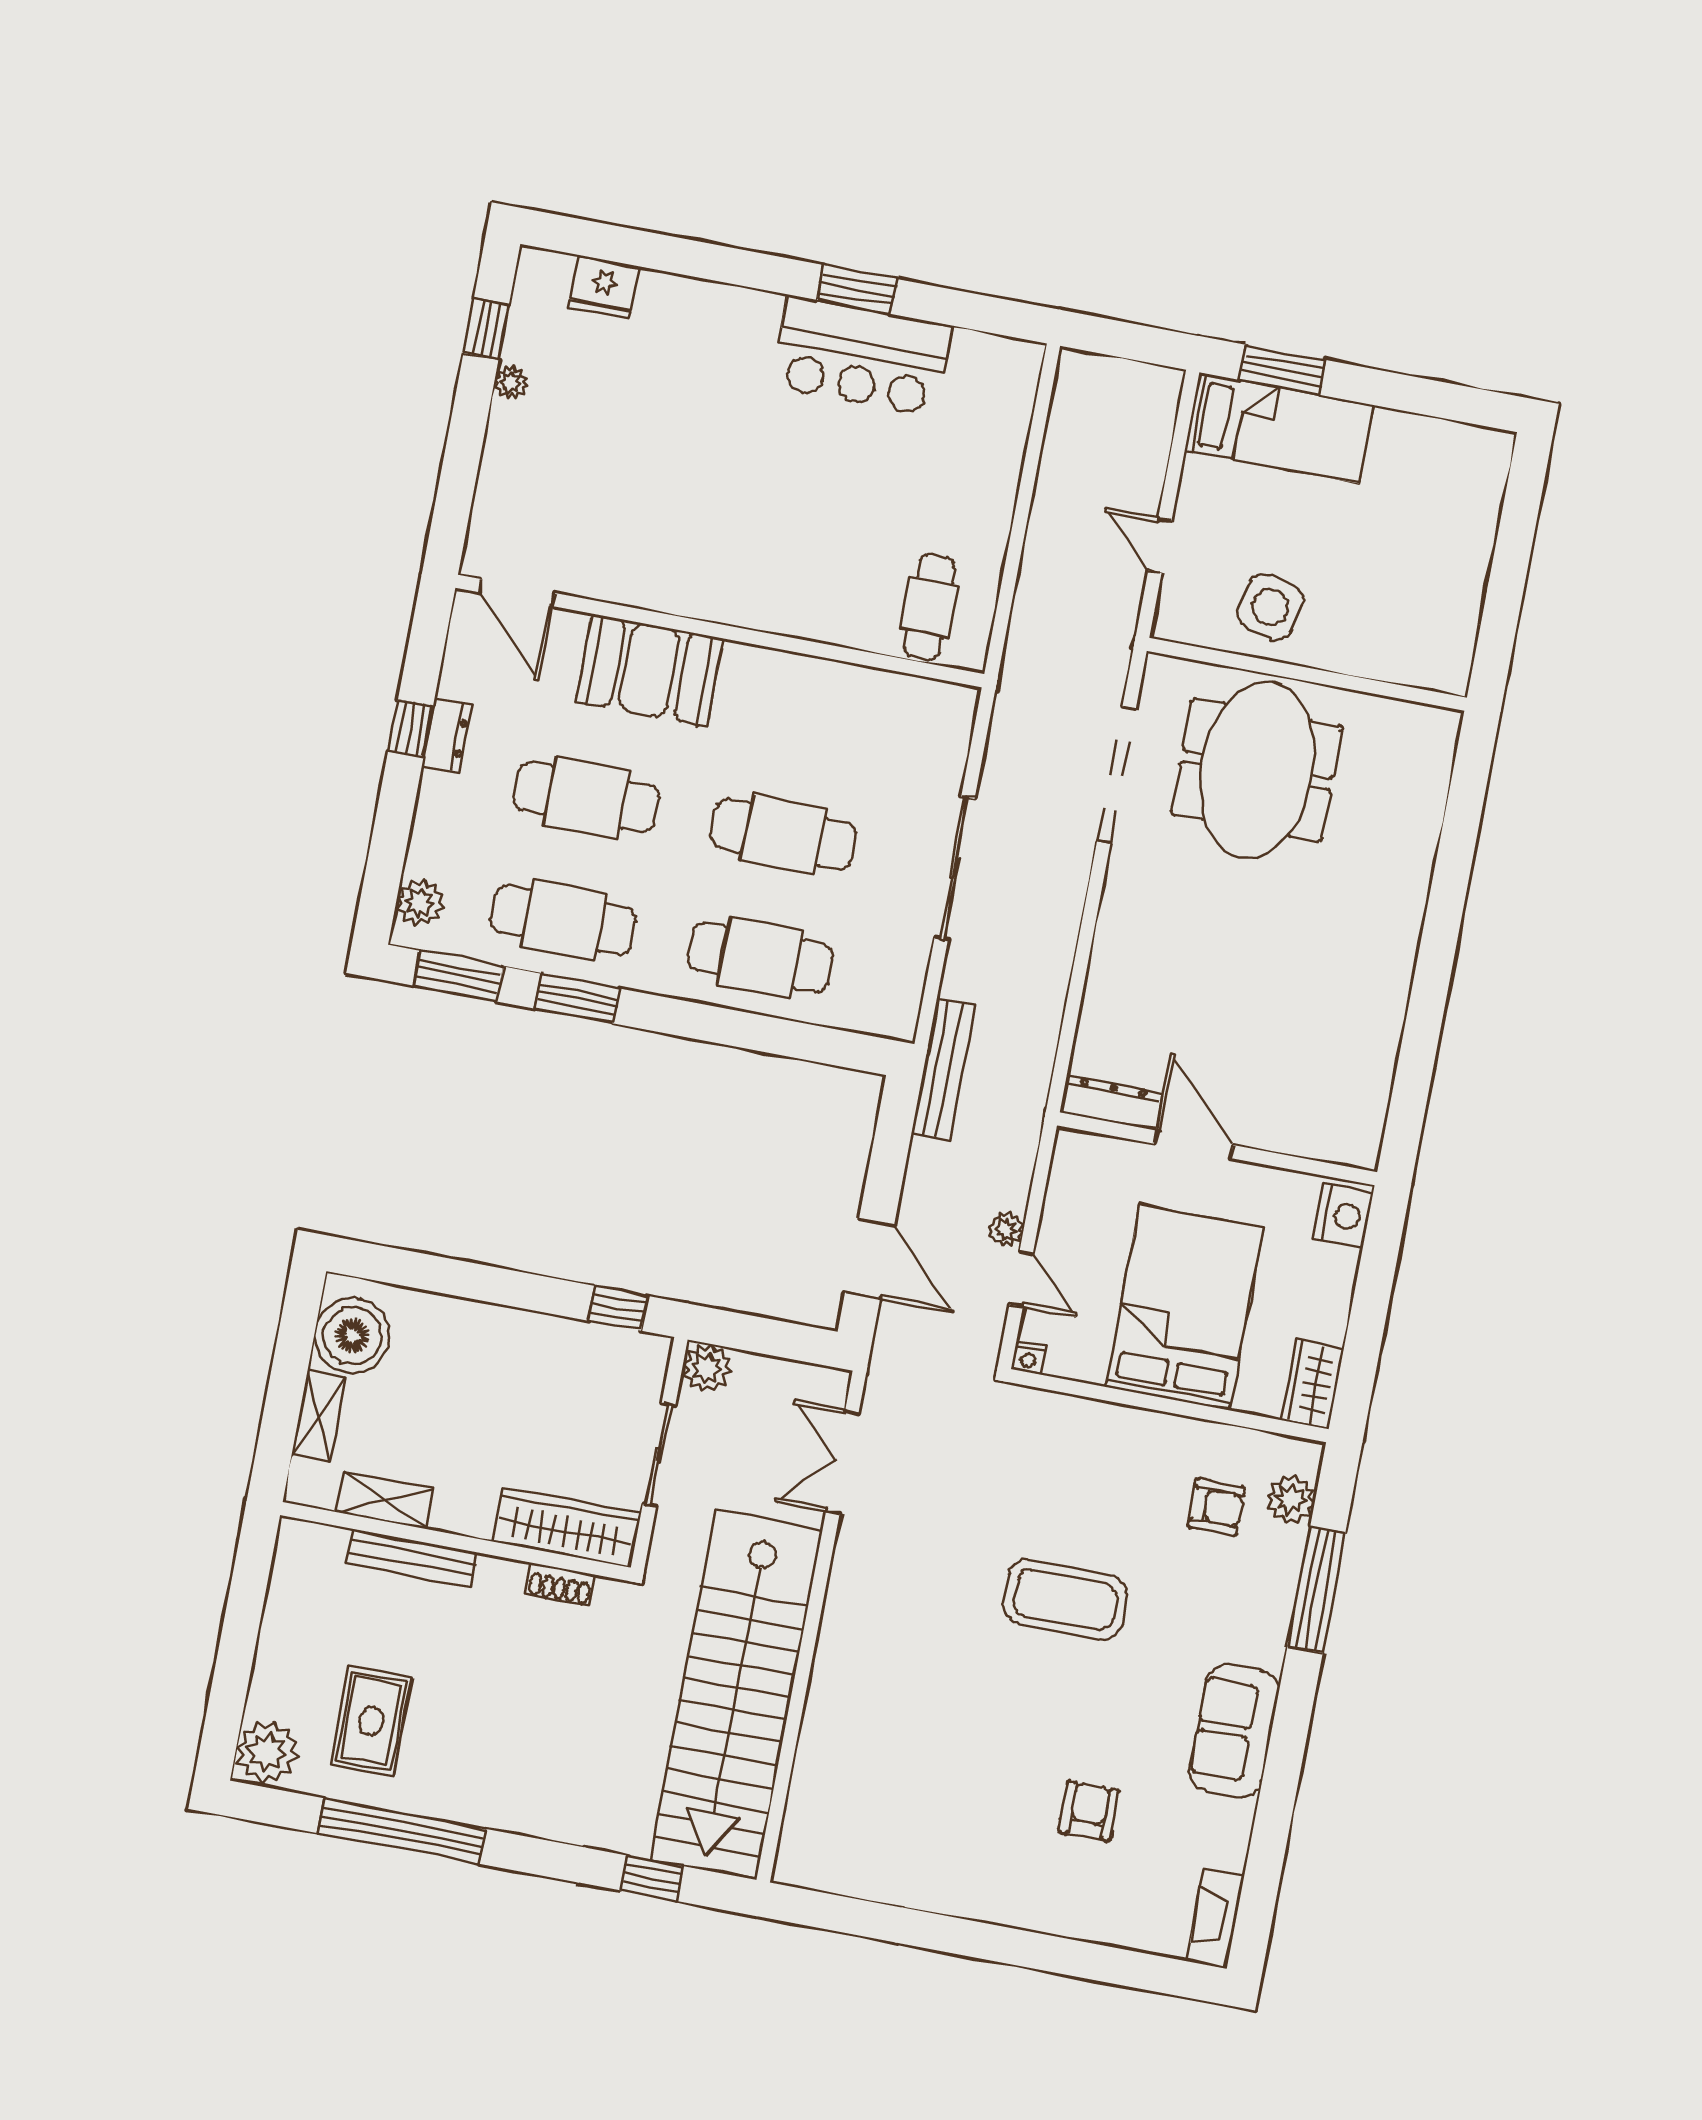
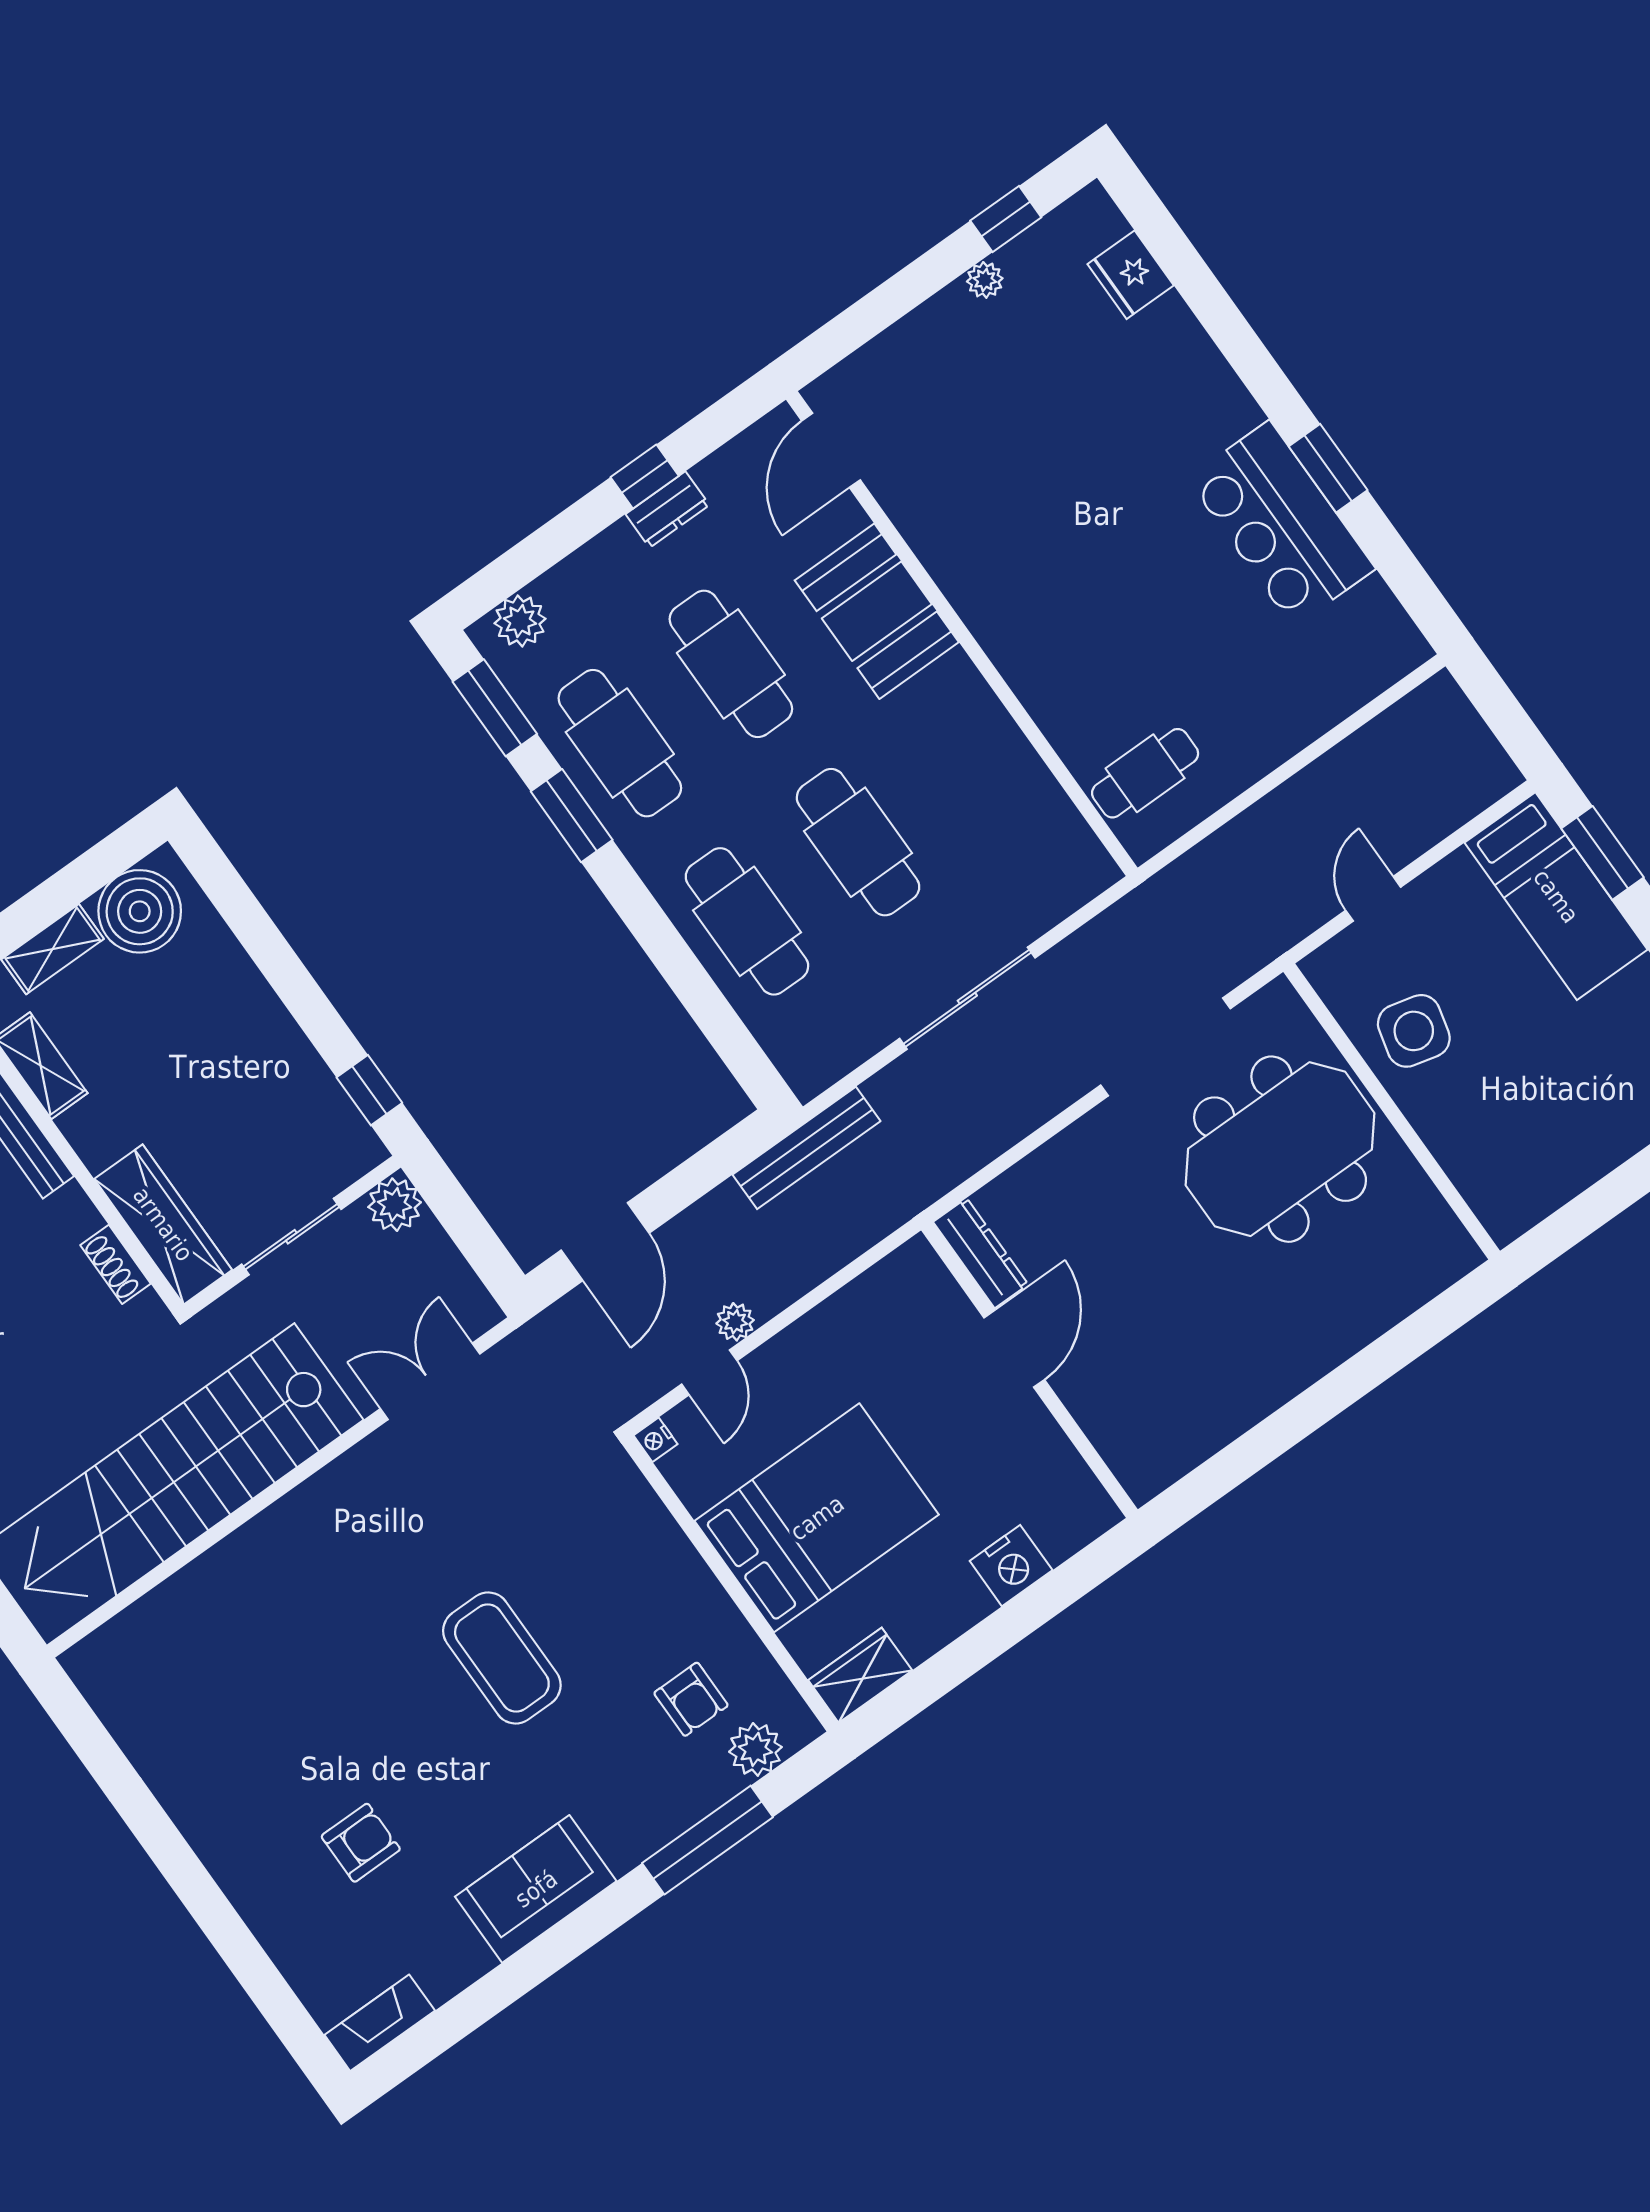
dresser: (1111, 1103) -> (981, 1253), moved
door: (1194, 1144) -> (1014, 1349), moved
wall: (1217, 1149) -> (1029, 1370), moved

